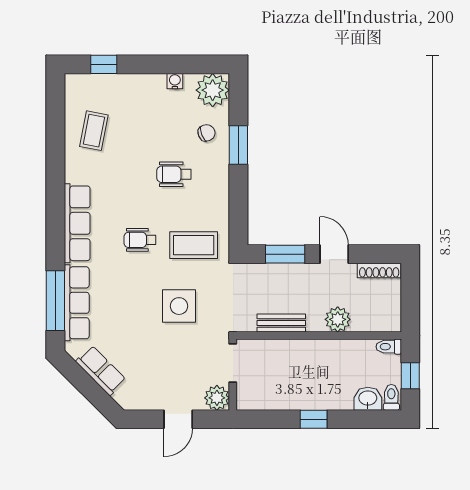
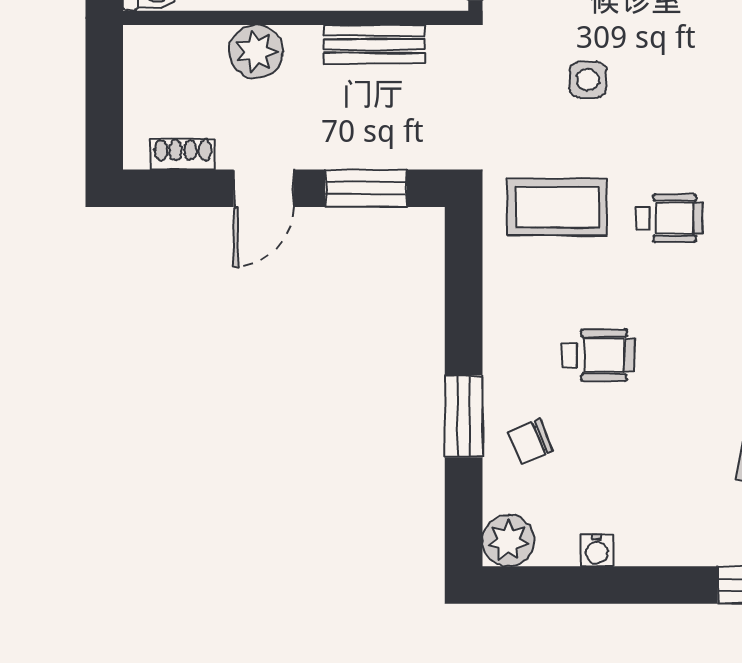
plant: (213, 90) -> (508, 541), width x0.73, depth x0.73
door: (334, 254) -> (264, 188), hinge flipped
shoe rack: (379, 270) -> (183, 154), width x0.70
side table: (179, 306) -> (588, 80), width x0.54, depth x0.54

